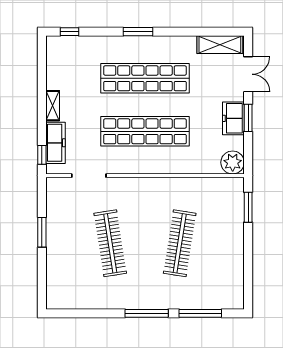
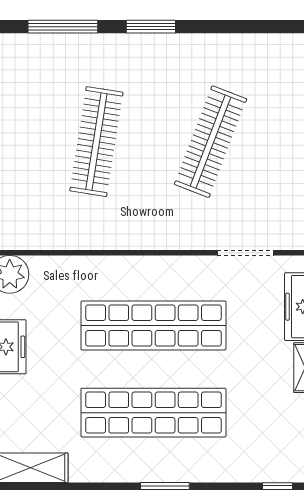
clothes rail: (110, 243) -> (211, 142), turned 30
window: (147, 313) -> (151, 27), width x0.69

